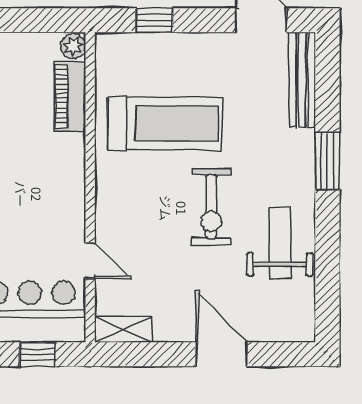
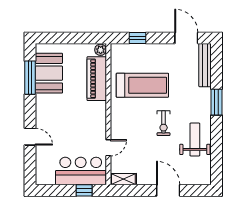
piano: (70, 96) -> (97, 79), width x1.37, depth x1.33
exercise bike: (211, 207) -> (164, 123), width x0.73, depth x0.72
door: (90, 261) -> (108, 148), hinge flipped

